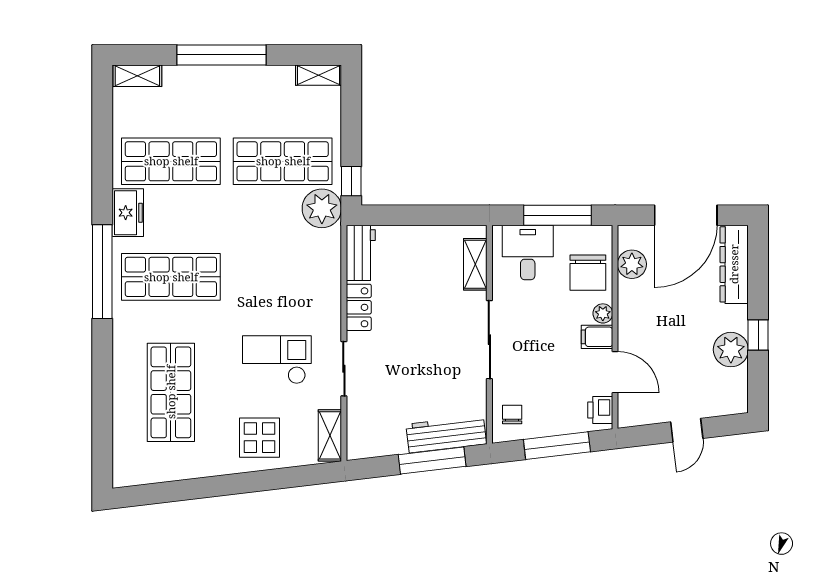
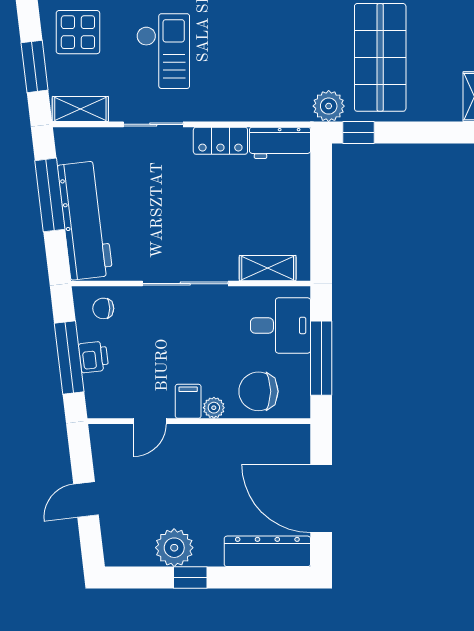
plant: (322, 208) -> (329, 106), width x0.73, depth x0.73
plant: (632, 264) -> (268, 440), removed
door: (615, 372) -> (150, 421), width x0.73
printer: (600, 410) -> (94, 357), moved, turned 83
chair: (512, 414) -> (103, 308), turned 180
door: (687, 430) -> (86, 500), hinge flipped
workbench: (446, 434) -> (85, 220), width x1.36, depth x1.32
window: (432, 460) -> (50, 195), moved
window: (291, 477) -> (35, 66), added

